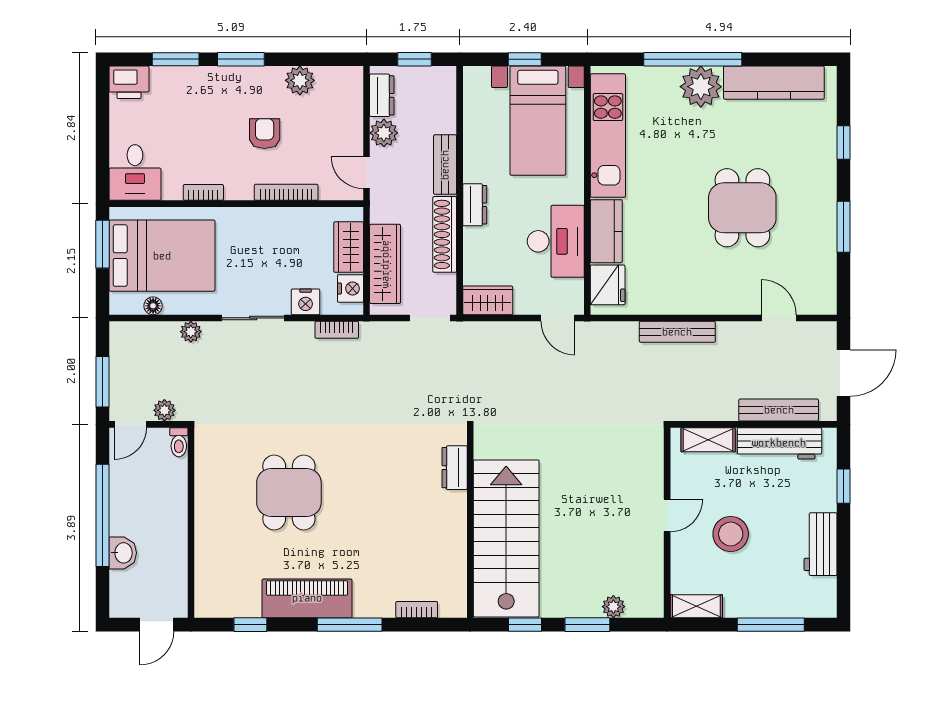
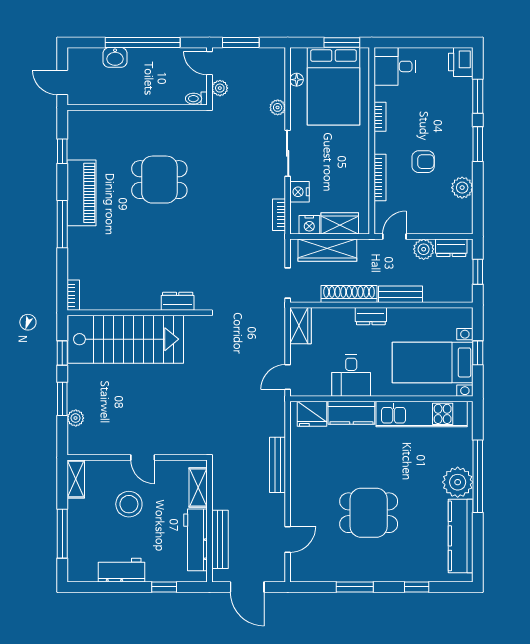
desk: (556, 241) -> (351, 376), width x0.73
bookcase: (417, 610) -> (73, 295), moved

